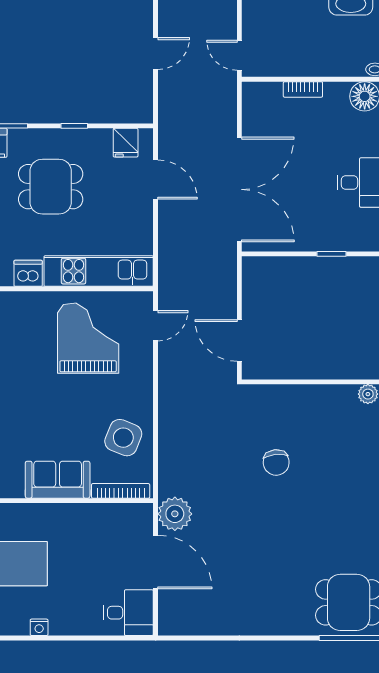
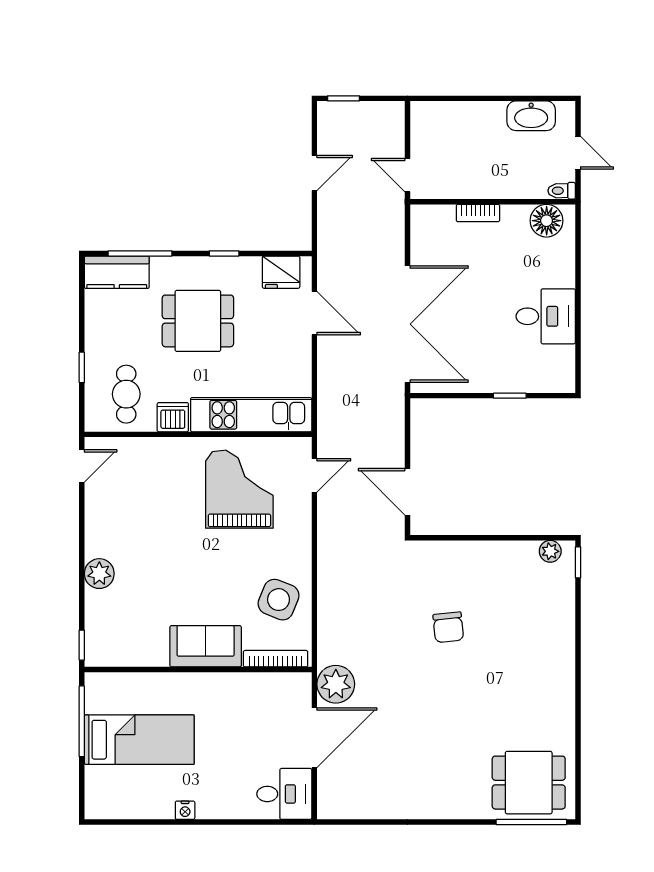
fridge: (126, 143) -> (281, 272), width x1.38
door: (156, 562) -> (314, 738), hinge flipped

